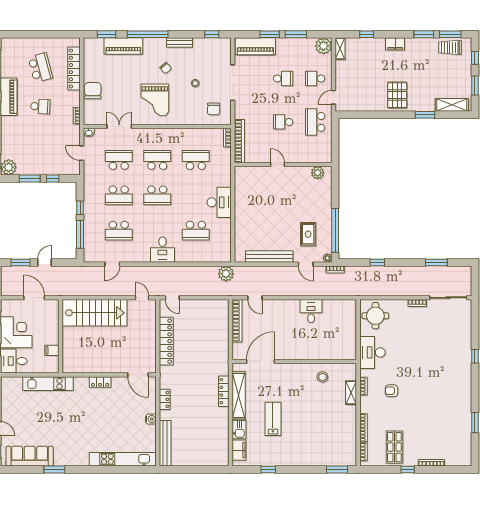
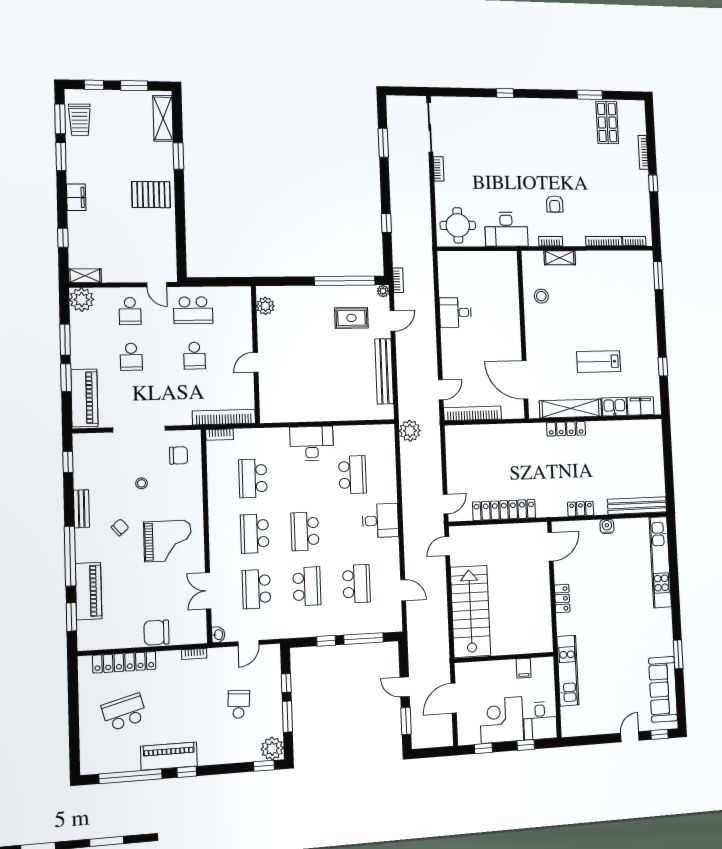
school desk: (283, 78) -> (131, 357), turned 180
school desk: (40, 106) -> (239, 704), moved
school desk: (157, 195) -> (305, 531), turned 180
shop shelf: (394, 447) -> (607, 123), moved, turned 90

